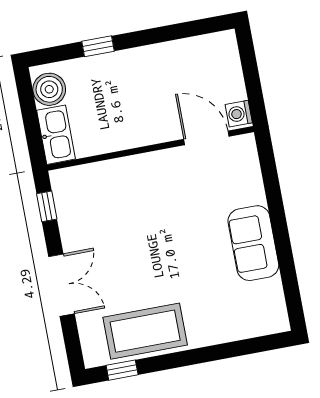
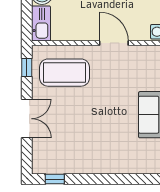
door: (206, 138) -> (114, 43), moved
coffee table: (145, 331) -> (65, 73), moved

